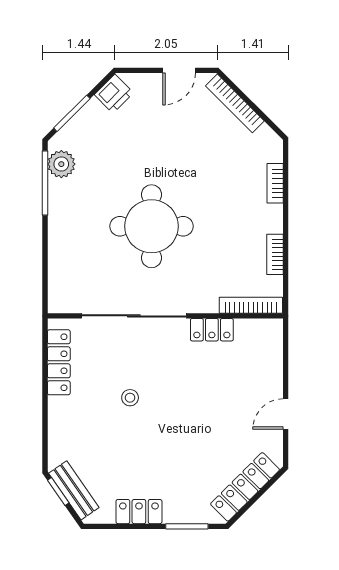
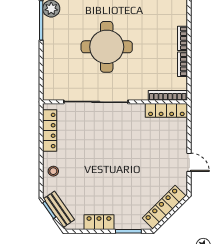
bookcase: (275, 183) -> (183, 38), moved
locker: (212, 330) -> (166, 110), moved, width x1.53
stool: (130, 398) -> (53, 171), moved
door: (286, 414) -> (189, 162), swing flipped

